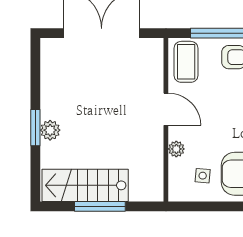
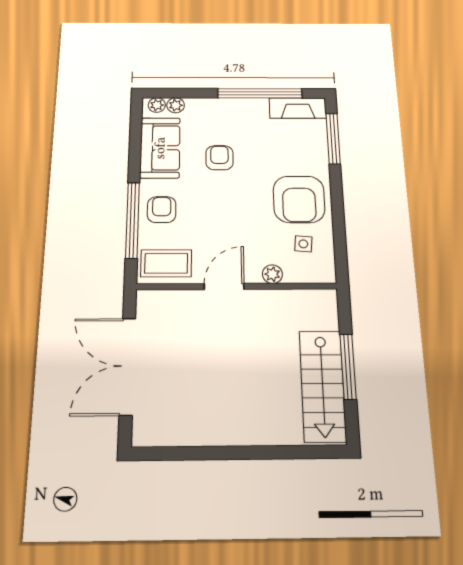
window: (35, 128) -> (250, 453), removed
plant: (50, 130) -> (253, 432), removed

